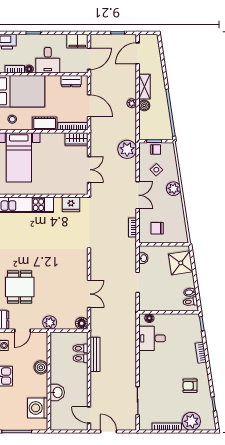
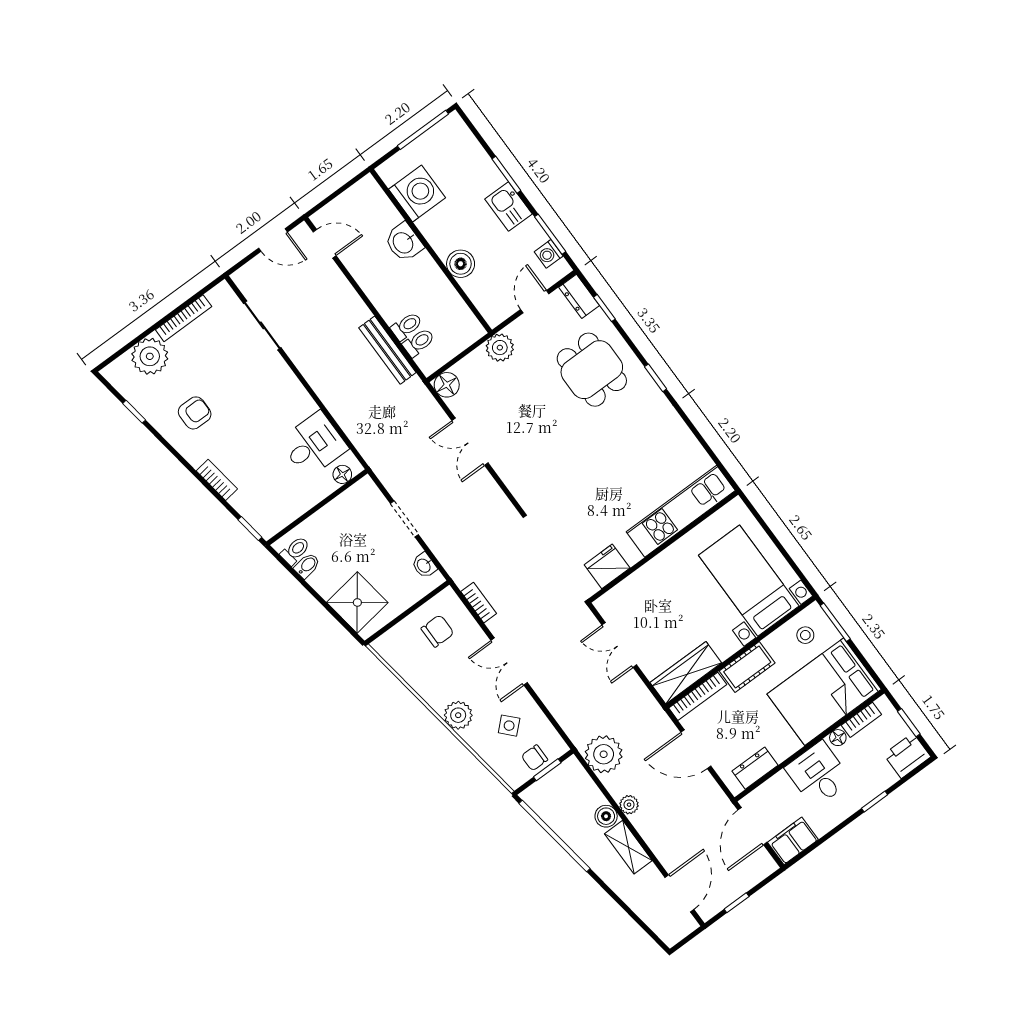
wardrobe: (76, 139) -> (686, 673), width x1.50
plant: (127, 149) -> (604, 754), moved

